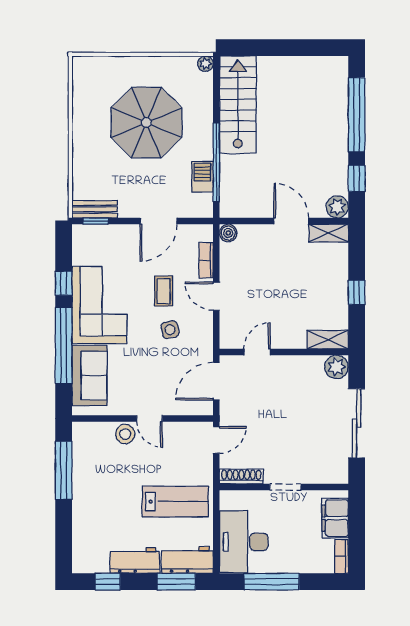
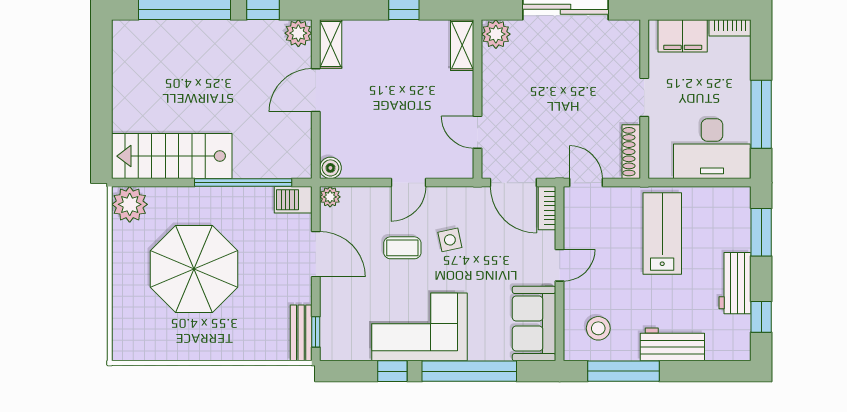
plant: (205, 64) -> (130, 204), width x1.87, depth x1.87
barbecue: (202, 177) -> (293, 200), moved
plant: (205, 233) -> (330, 197), added
bookcase: (206, 260) -> (547, 208), moved, turned 90
sofa: (89, 376) -> (534, 324), moved, turned -90
stool: (125, 434) -> (598, 328), moved
workbench: (187, 560) -> (672, 344), moved, turned 90

